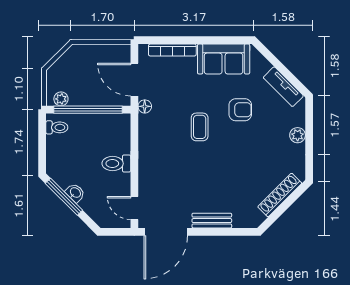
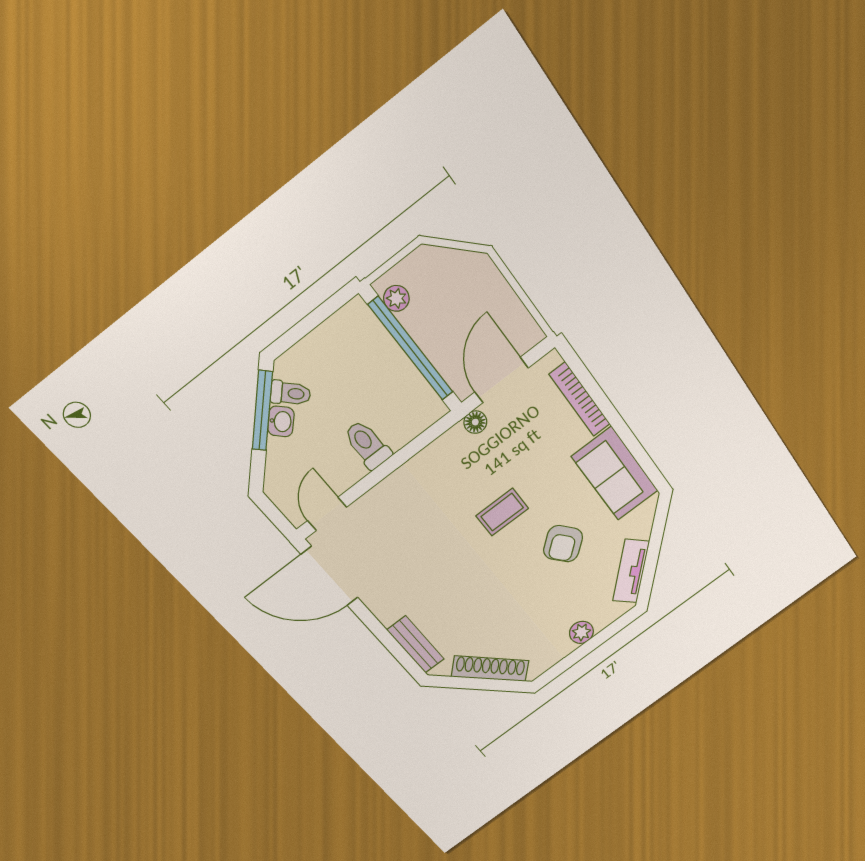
armchair: (240, 110) -> (563, 544), turned 50
toilet: (57, 127) -> (291, 393), moved, turned -45
bench: (212, 221) -> (416, 644), moved

